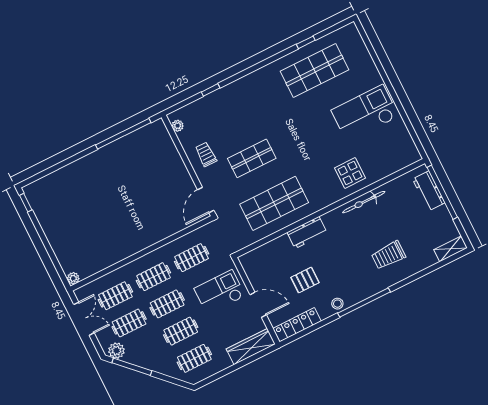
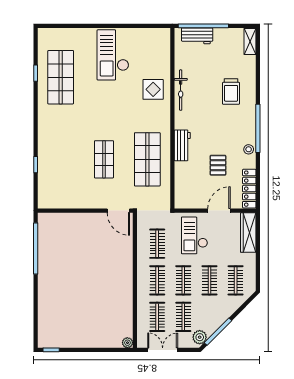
plant: (178, 126) -> (50, 204), removed
trolley: (206, 154) -> (83, 193), removed

